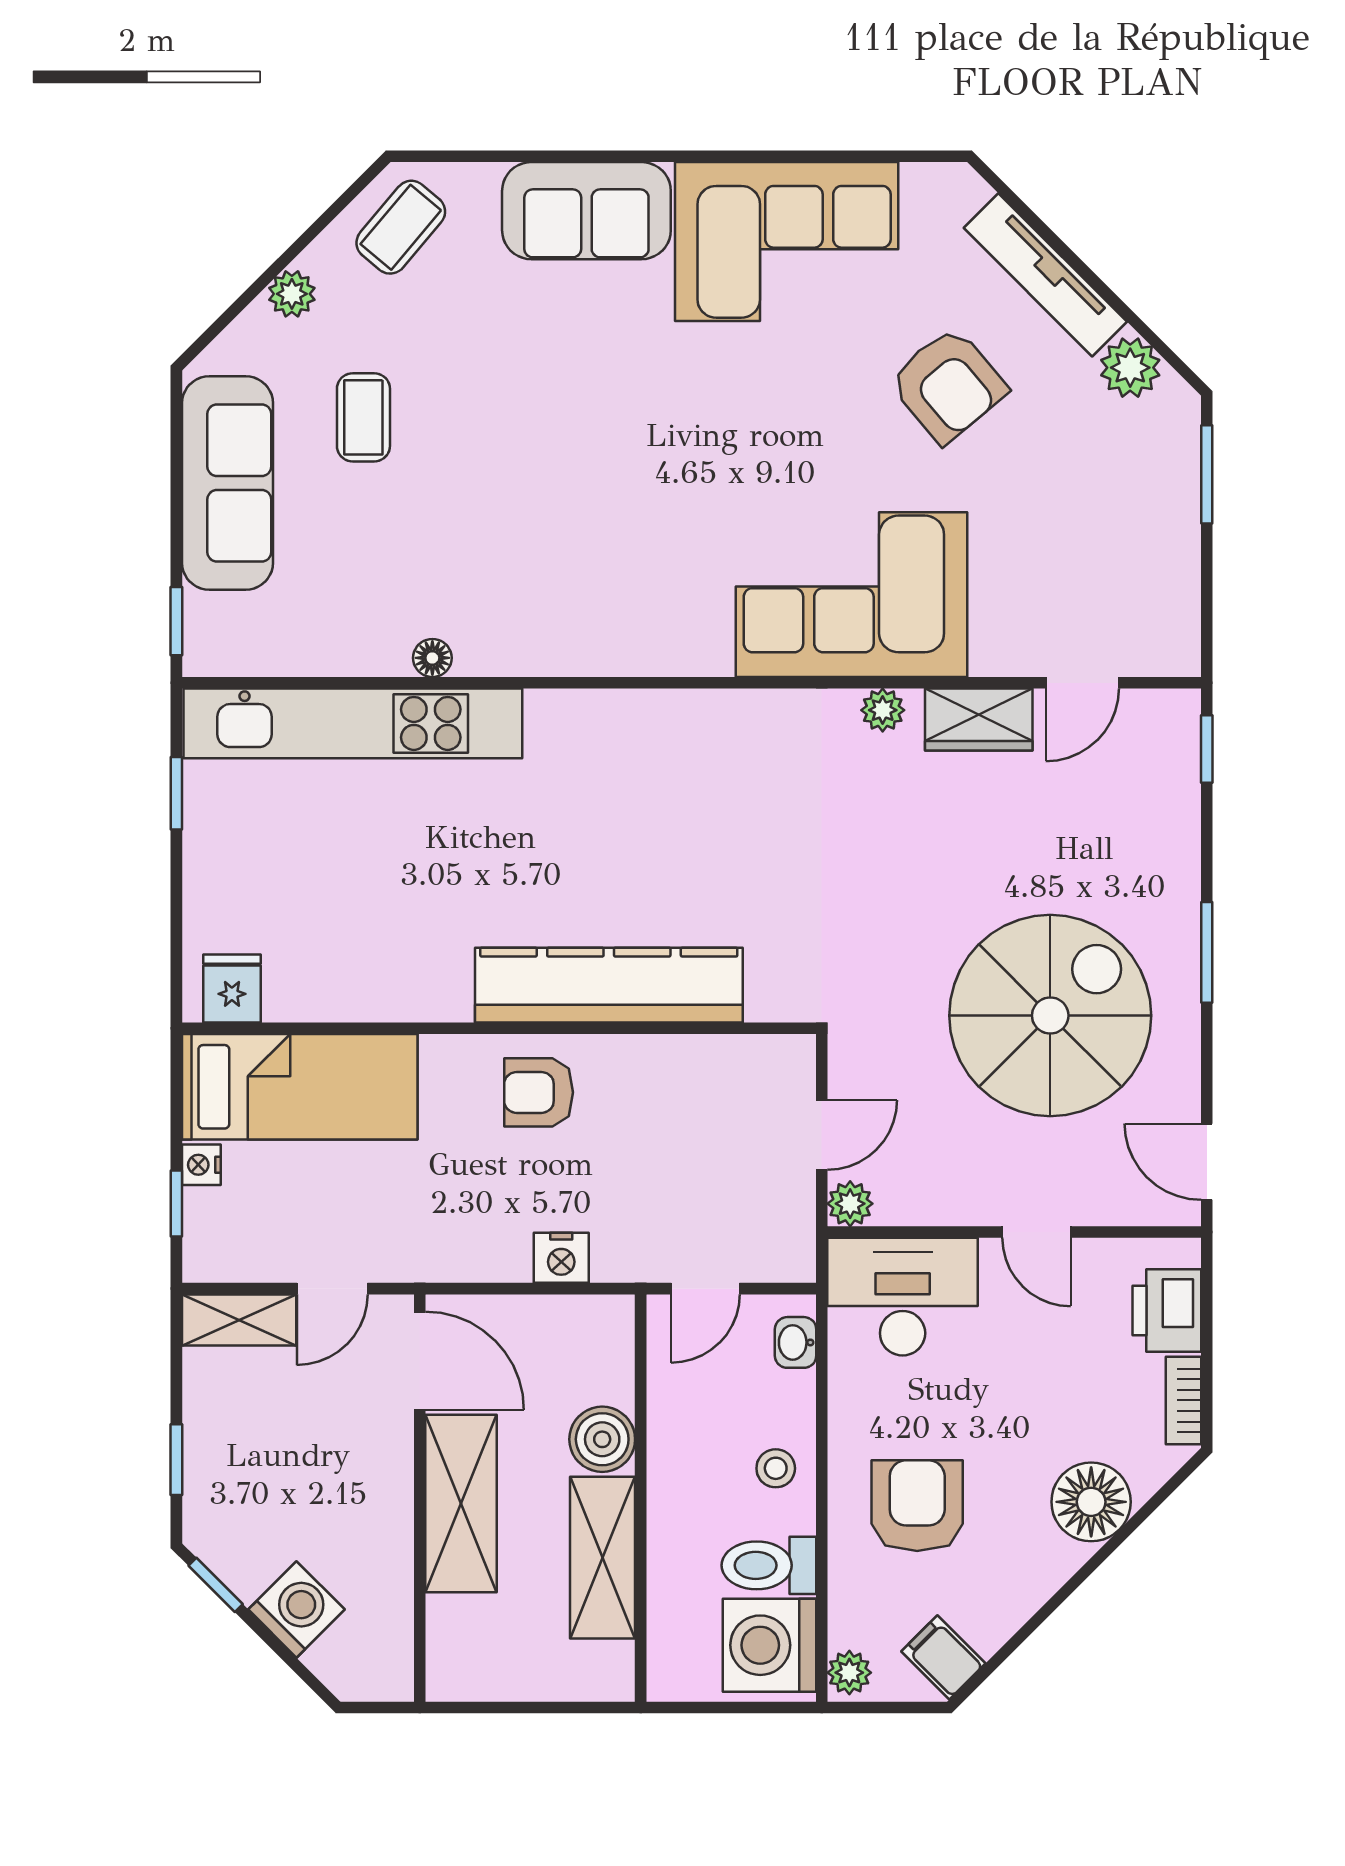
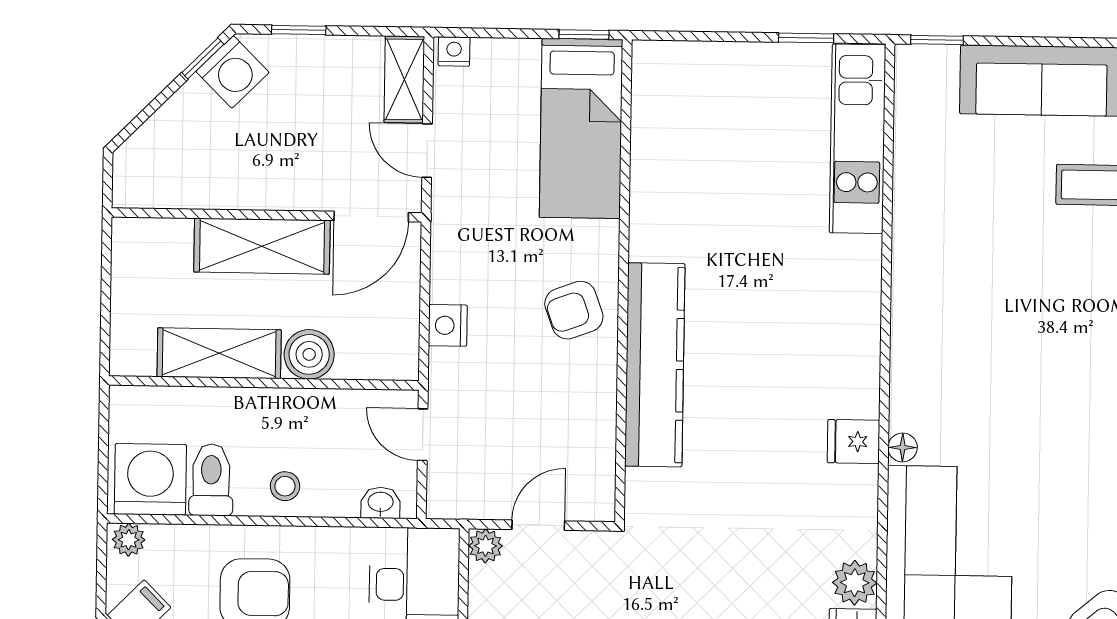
floor lamp: (432, 658) -> (903, 447), moved
plant: (883, 710) -> (855, 583), width x1.38, depth x1.38
kitchen unit: (353, 723) -> (858, 139), width x0.73
fridge: (232, 988) -> (854, 442), moved, turned 180
armchair: (539, 1092) -> (574, 310), turned -110
door: (822, 1135) -> (538, 525), swing flipped
nightstand: (201, 1165) -> (454, 51), moved
window: (176, 1204) -> (584, 34), moved
washing machine: (296, 1609) -> (232, 72), moved

